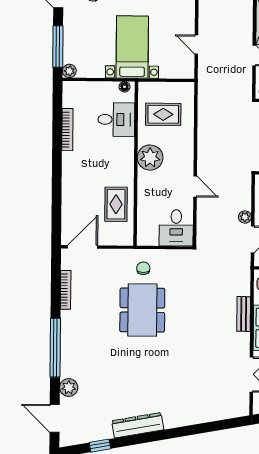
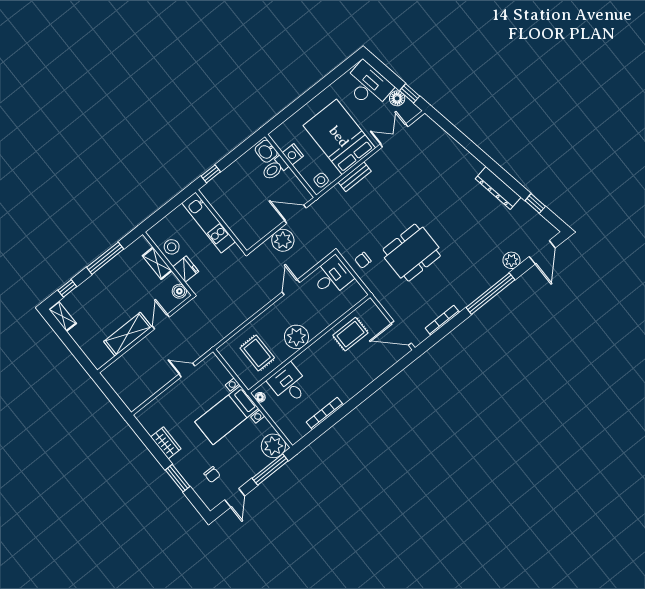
door: (196, 44) -> (187, 370), swing flipped
plant: (69, 71) -> (273, 446), width x1.87, depth x1.87
plant: (245, 217) -> (283, 240), width x1.87, depth x1.87
chair: (143, 268) -> (363, 260), moved

